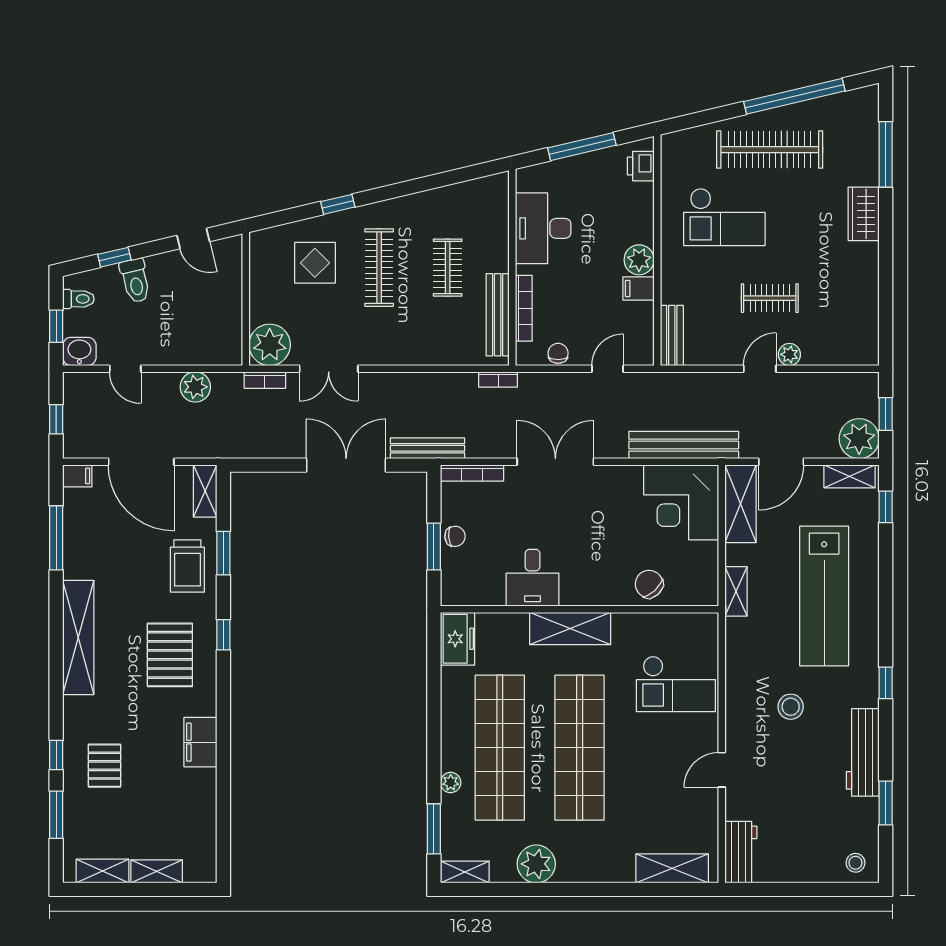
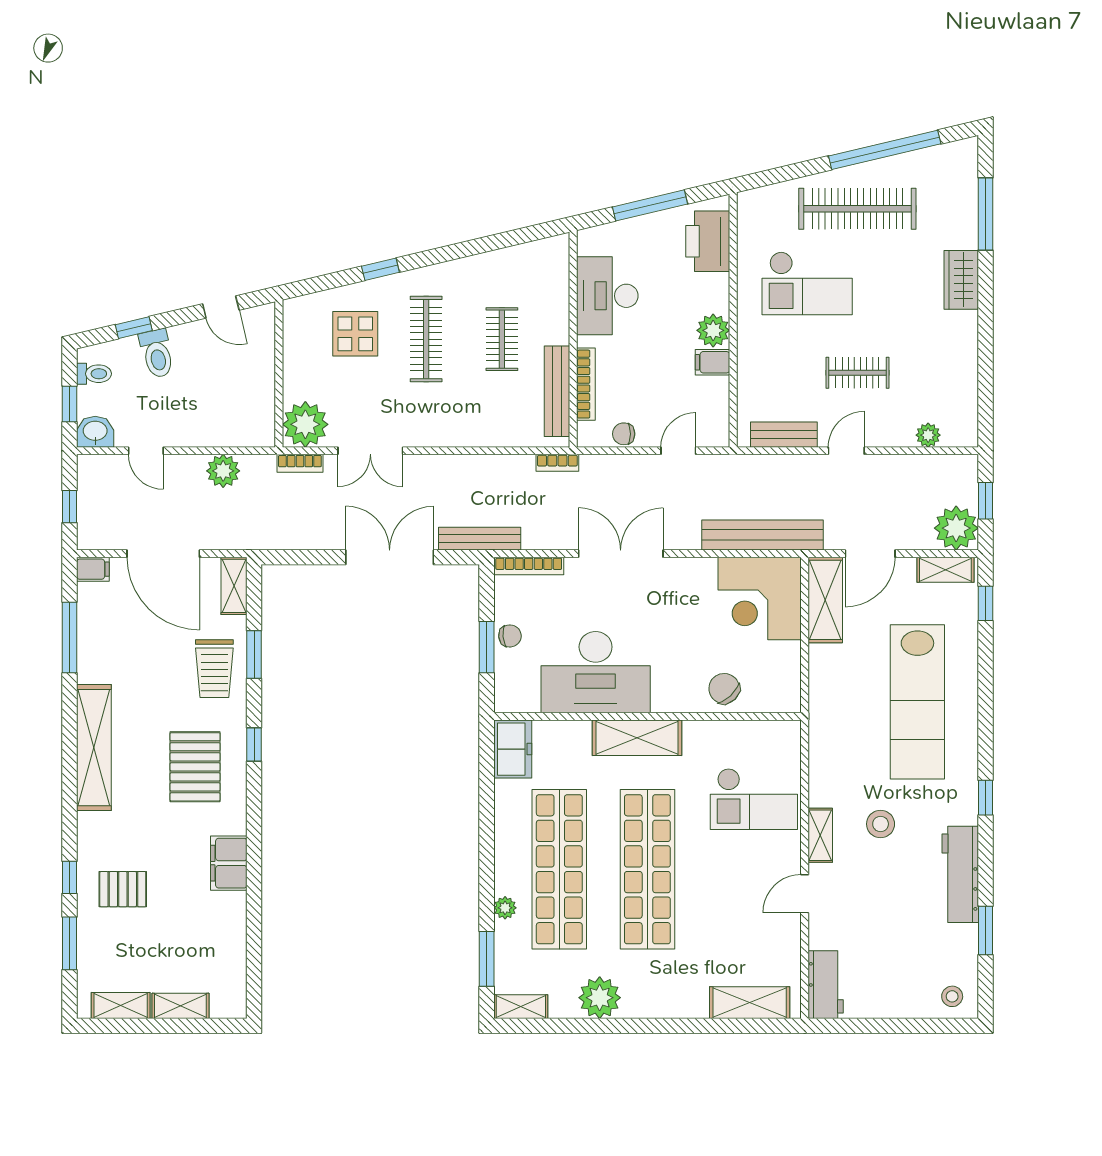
printer: (641, 166) -> (708, 241), width x1.87, depth x1.48
bench: (672, 335) -> (784, 435), moved, turned 90
chair: (558, 353) -> (624, 434), turned -90
plant: (789, 354) -> (928, 435), moved
desk: (533, 578) -> (596, 672), width x1.87, depth x1.30
shelving: (736, 591) -> (820, 835), moved
pallet: (104, 766) -> (123, 889), turned 90

